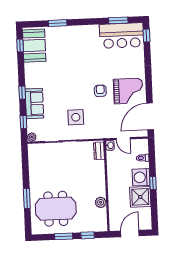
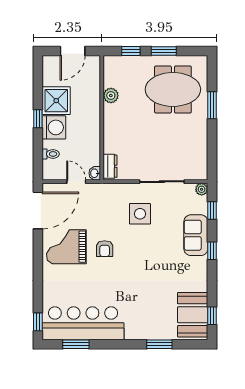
bar counter: (122, 36) -> (83, 323), width x1.36

